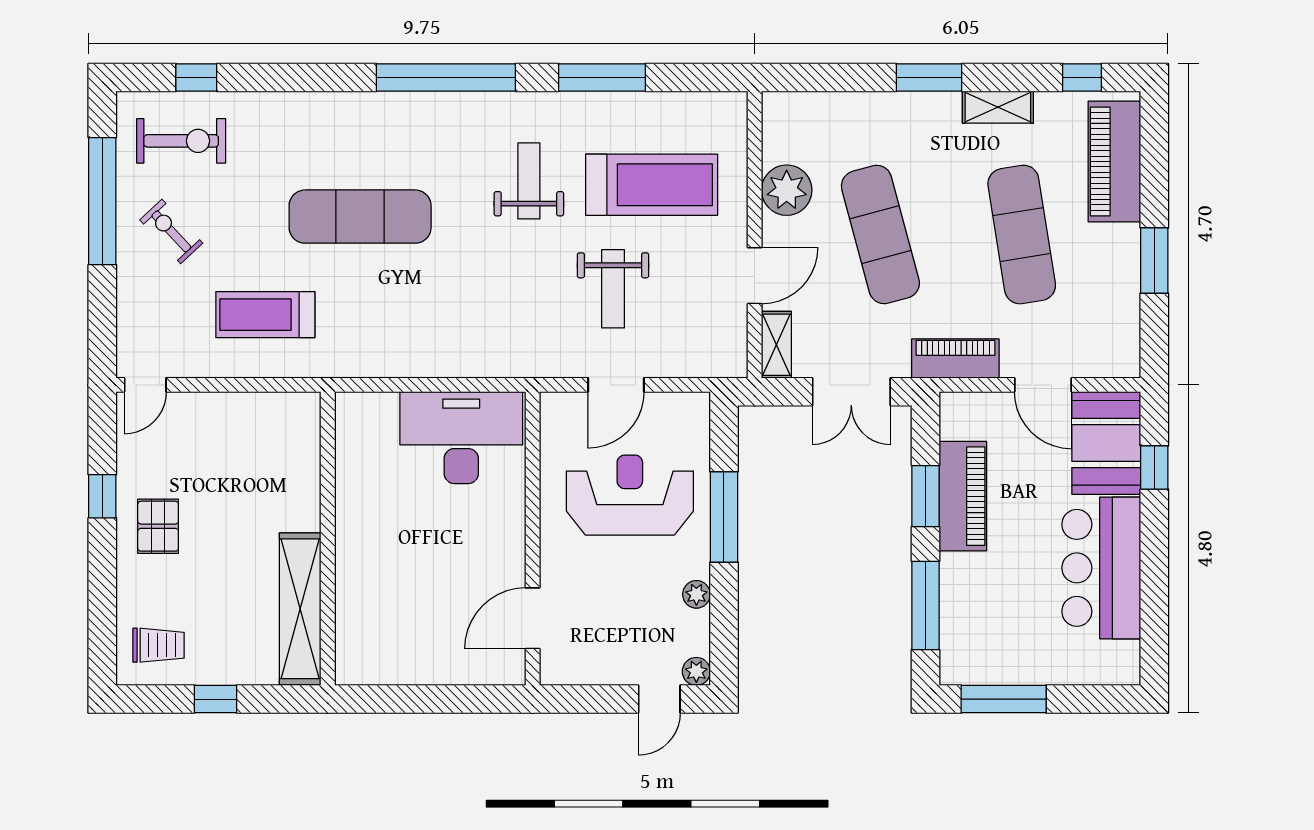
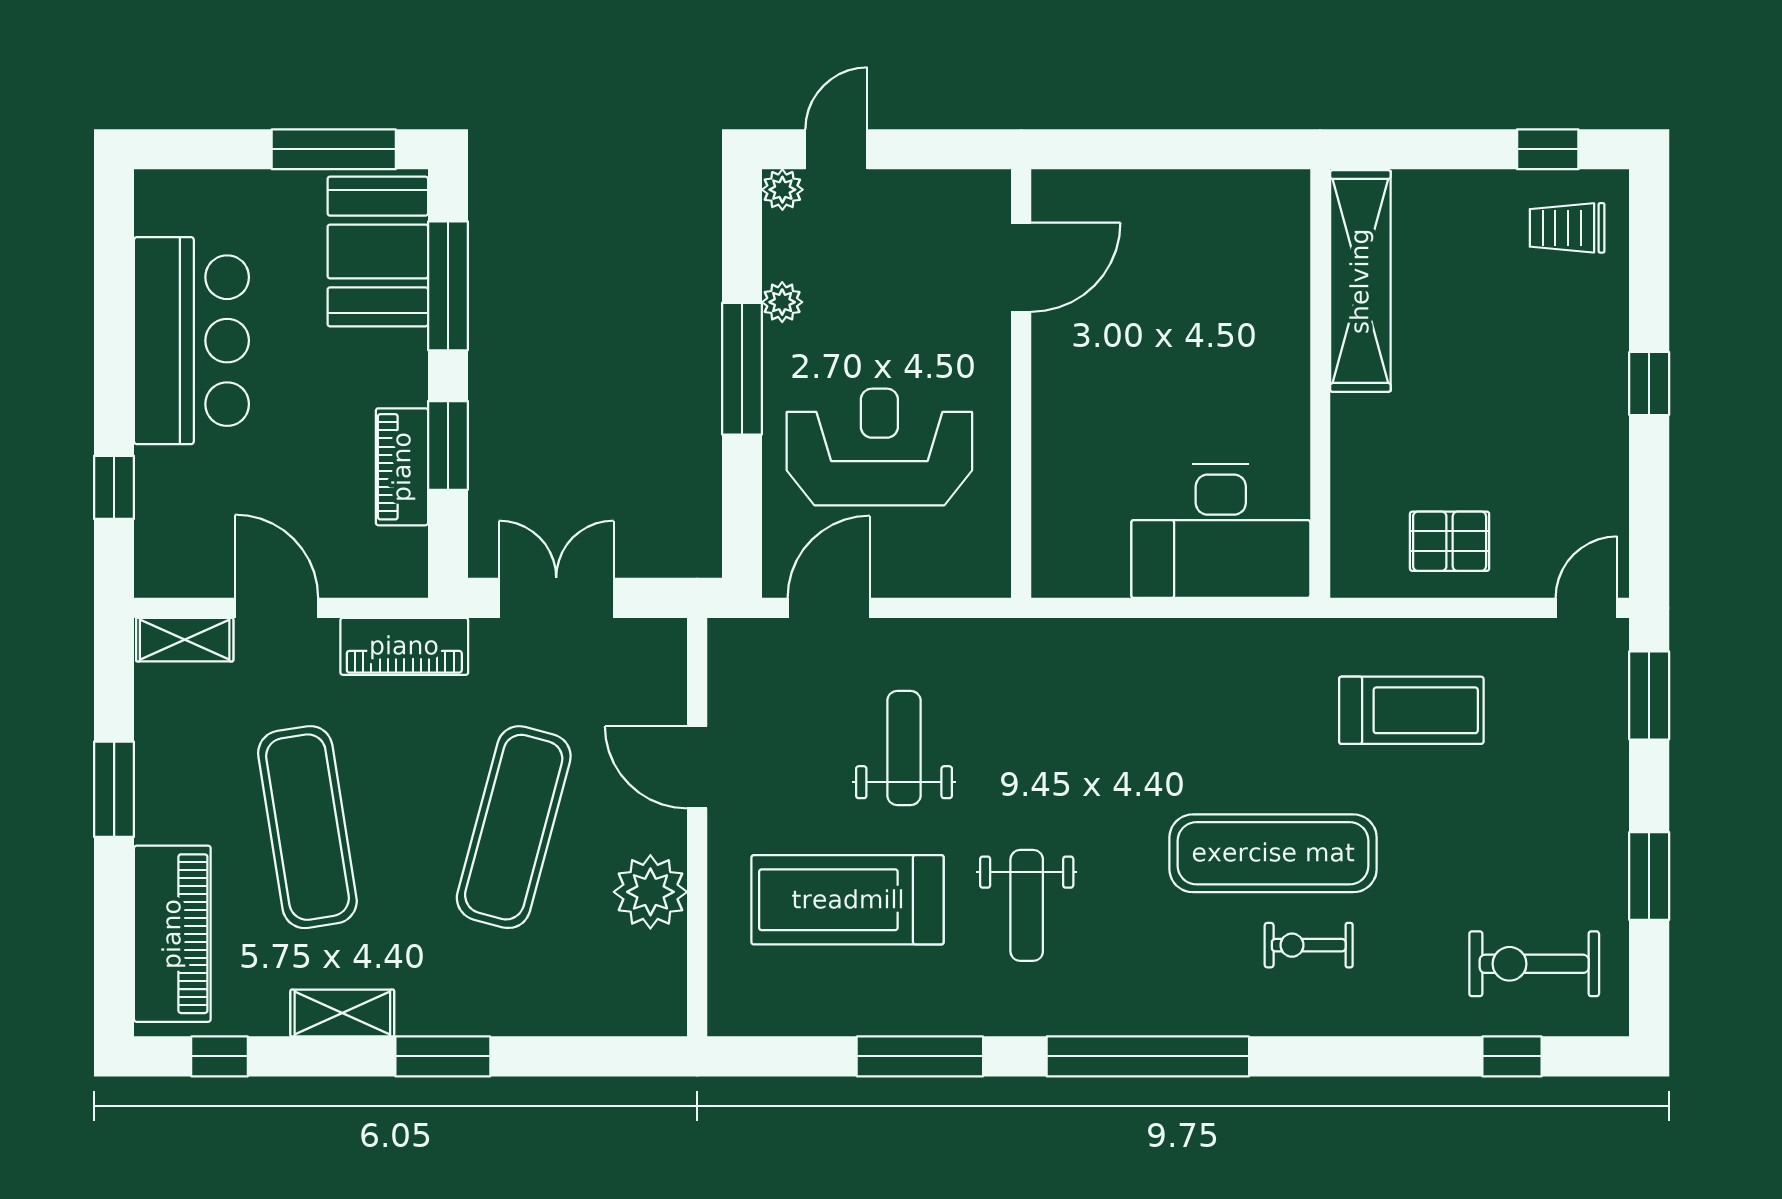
window: (102, 201) -> (1649, 876), width x0.47
exercise bike: (171, 231) -> (1309, 945), moved, turned 133
exercise mat: (880, 235) -> (514, 827), turned 30
door: (755, 276) -> (697, 767), hinge flipped
window: (102, 325) -> (1649, 695), added
shelving: (776, 345) -> (185, 640), moved, turned 90
door: (616, 385) -> (829, 608), moved
desk: (461, 438) -> (1221, 531), moved
booth: (1106, 443) -> (378, 251), moved
reception desk: (630, 495) -> (879, 447), turned 180
window: (102, 496) -> (1649, 383), moved
piano: (963, 496) -> (402, 467), width x0.73, depth x0.75
window: (724, 517) -> (742, 369), moved
pallet: (158, 526) -> (1450, 541), moved, turned 90
window: (215, 699) -> (1548, 149), moved

